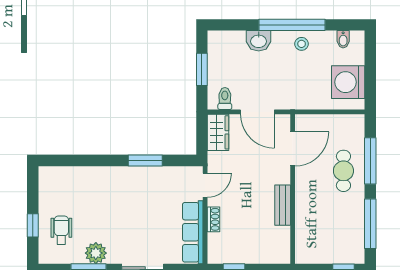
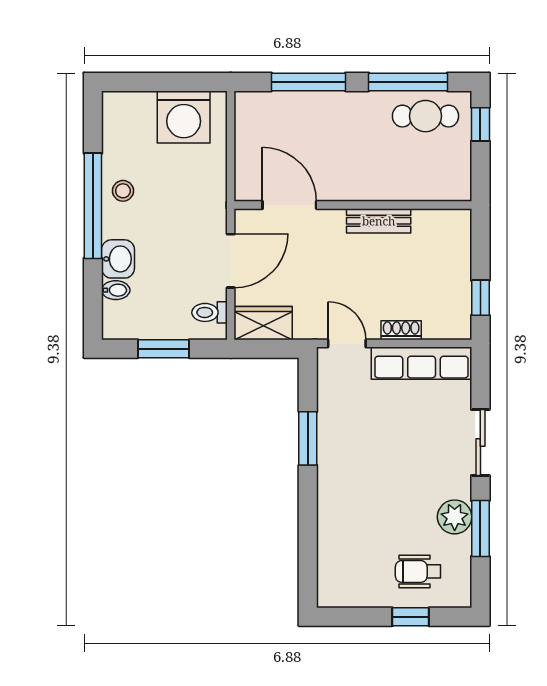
bidet: (343, 39) -> (116, 290), moved
cafe table: (343, 171) -> (425, 116), moved

